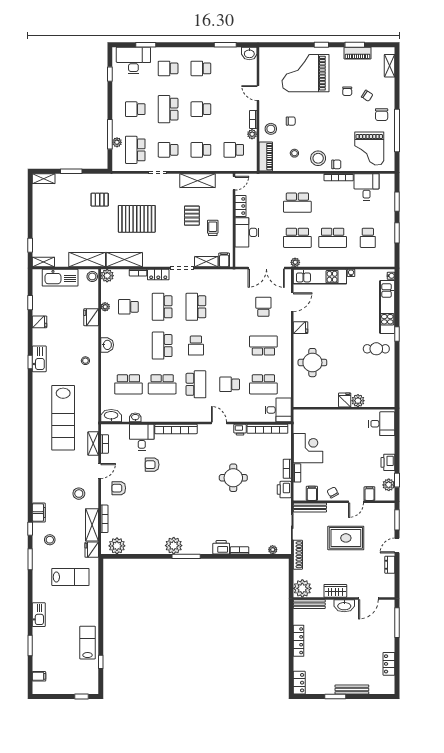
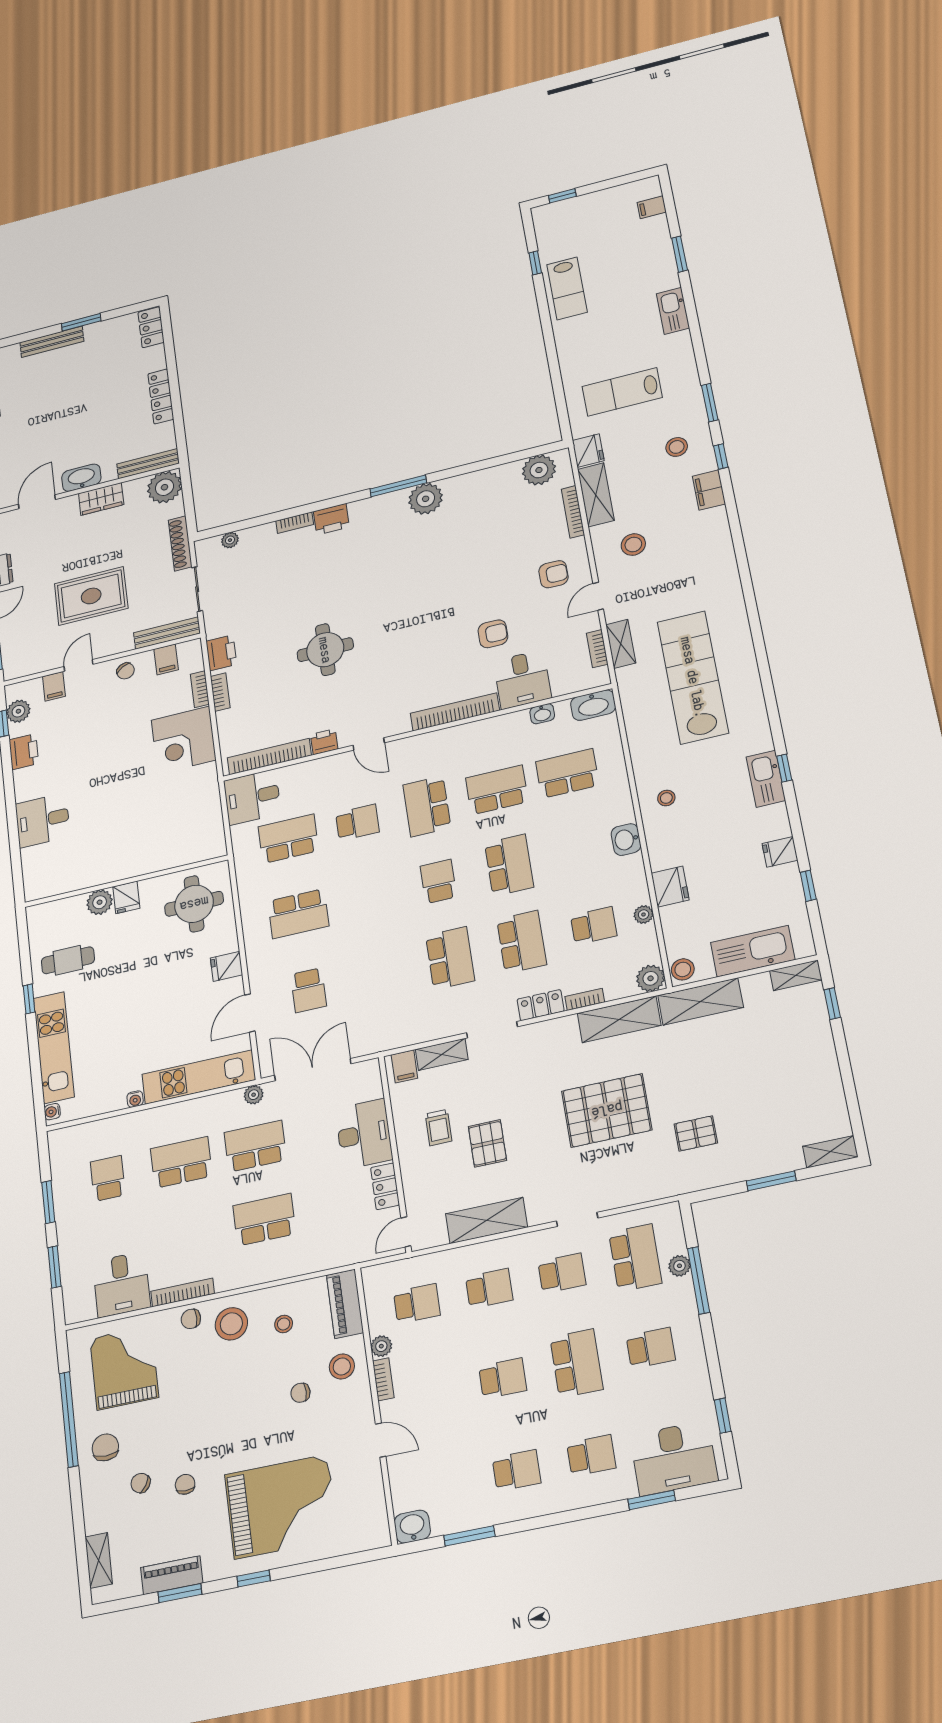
fridge: (345, 400) -> (126, 897), moved
plant: (358, 401) -> (100, 902), moved
wall: (344, 408) -> (126, 881), moved

